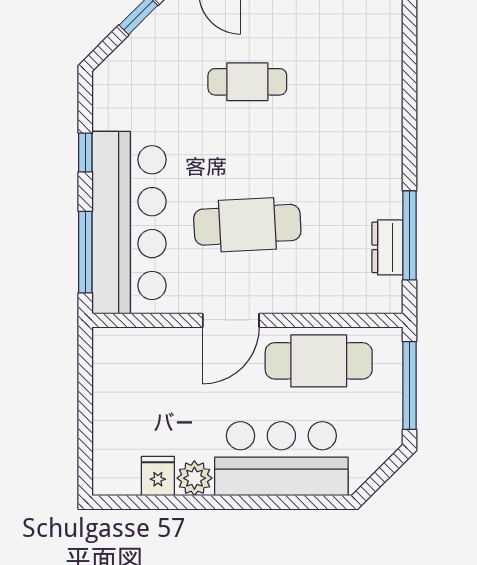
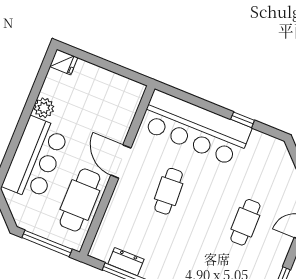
cafe table: (247, 225) -> (169, 191), width x0.73, depth x0.74
window: (85, 252) -> (189, 98), removed
fridge: (158, 476) -> (64, 62), moved

